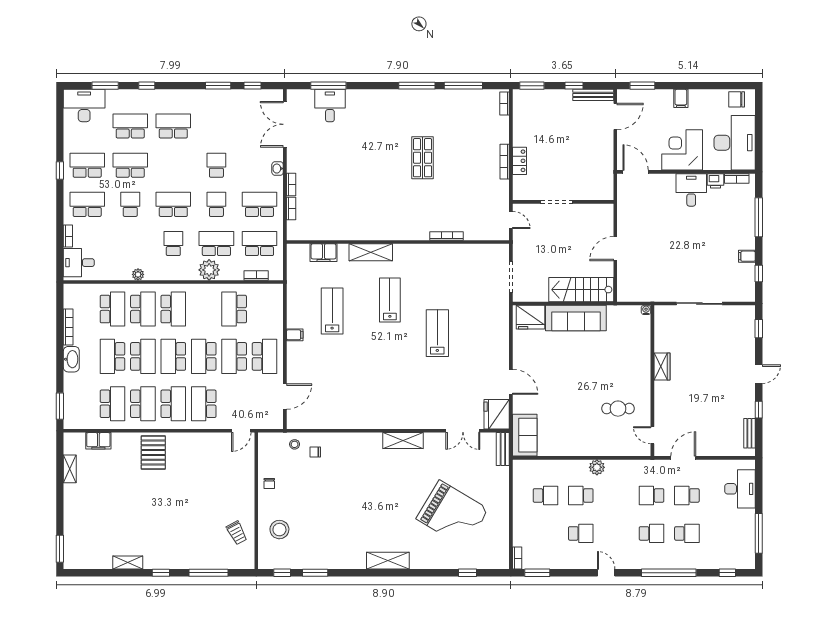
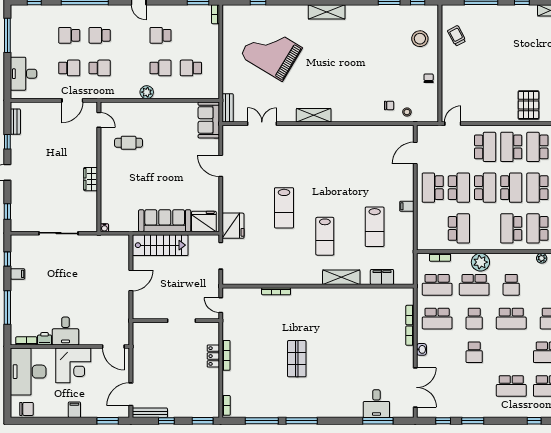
fridge: (497, 414) -> (233, 226), moved

